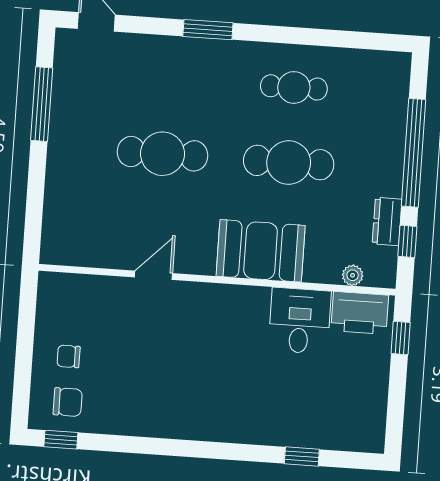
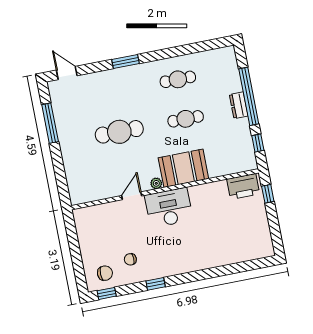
cafe table: (289, 163) -> (186, 119), width x0.73, depth x0.74
dresser: (387, 222) -> (239, 105), moved
plant: (353, 275) -> (156, 183), moved
desk: (300, 321) -> (169, 208), moved, width x1.37
chair: (69, 356) -> (130, 259), moved
window: (302, 456) -> (156, 284), moved

